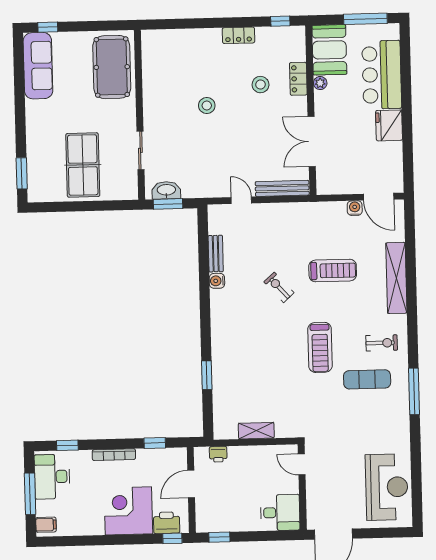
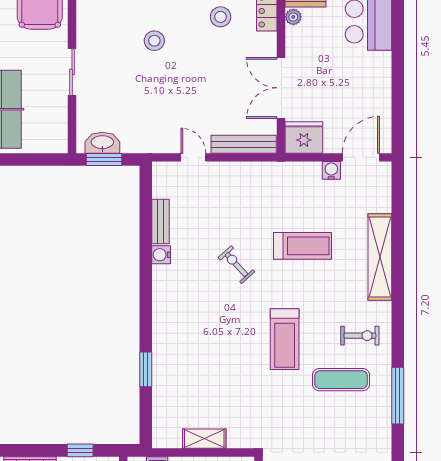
fridge: (389, 125) -> (304, 137), moved, turned 90
sliding door: (140, 150) -> (72, 72), moved
door: (379, 197) -> (361, 157), swing flipped

